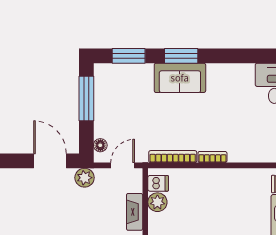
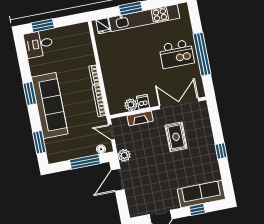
window: (181, 56) -> (30, 94), moved
sofa: (180, 78) -> (50, 105), width x1.85, depth x1.27
window: (86, 98) -> (85, 162), moved
dishwasher: (158, 183) -> (143, 102), moved

